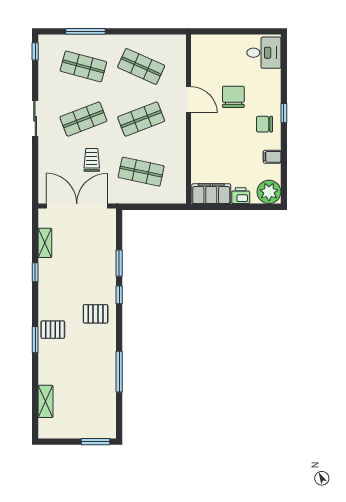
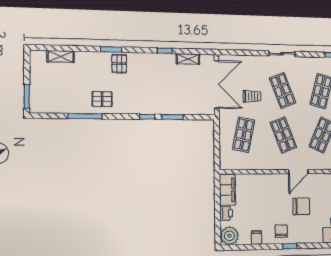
pallet: (96, 314) -> (102, 99), moved, turned 90

